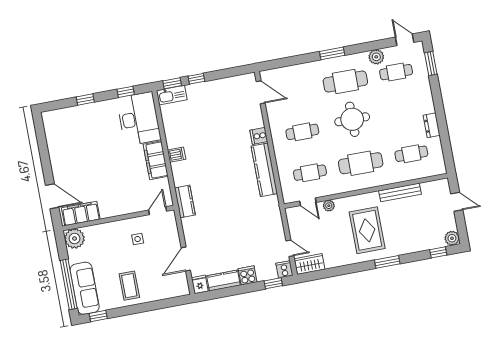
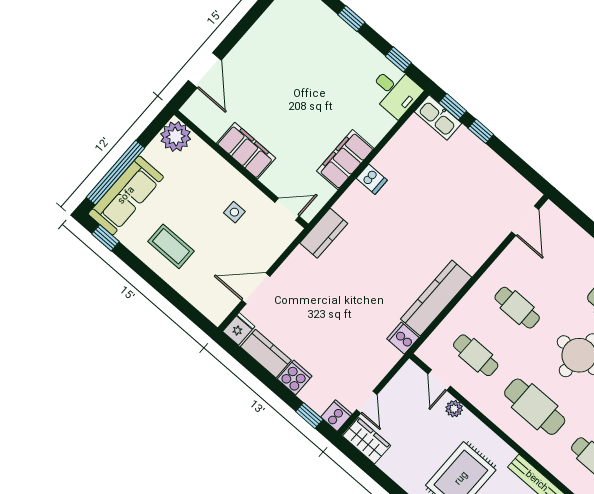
desk: (139, 119) -> (395, 91), width x0.53, depth x0.77
cooker: (259, 136) -> (403, 338), moved
filing cabinet: (81, 213) -> (246, 151), moved
coffee table: (129, 286) -> (171, 246), turned 90

